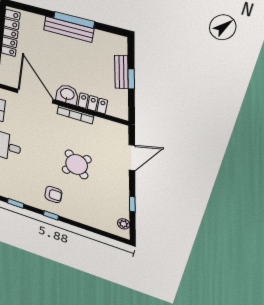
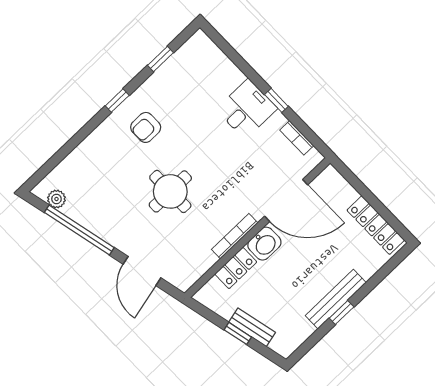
window: (74, 20) -> (342, 313), width x0.46
round table: (77, 165) -> (170, 191), turned 45
window: (132, 204) -> (79, 230), width x3.17

